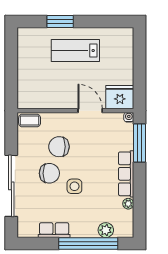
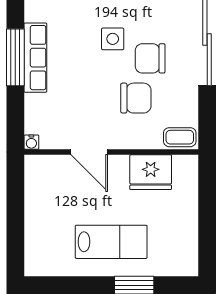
fridge: (120, 97) -> (151, 172), moved
window: (140, 143) -> (15, 57), moved
plant: (128, 204) -> (32, 13), removed

